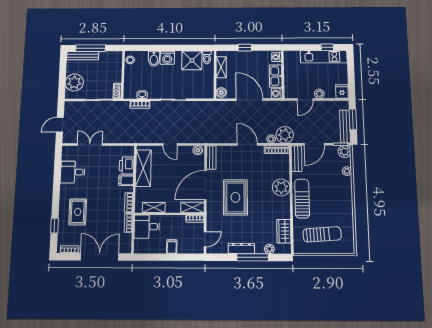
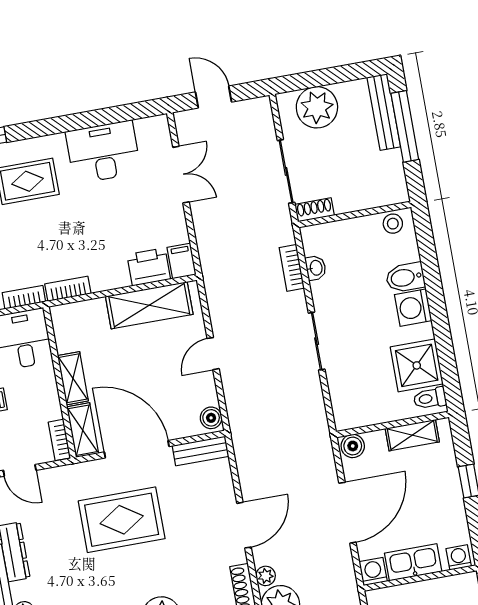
desk: (73, 172) -> (103, 152), width x1.37
filing cabinet: (126, 180) -> (182, 261), moved
shelving: (154, 208) -> (73, 378), moved

